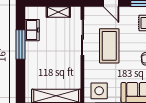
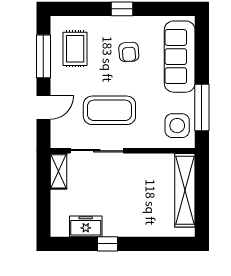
shelving: (58, 12) -> (59, 171), moved
window: (21, 44) -> (107, 244), width x0.46

